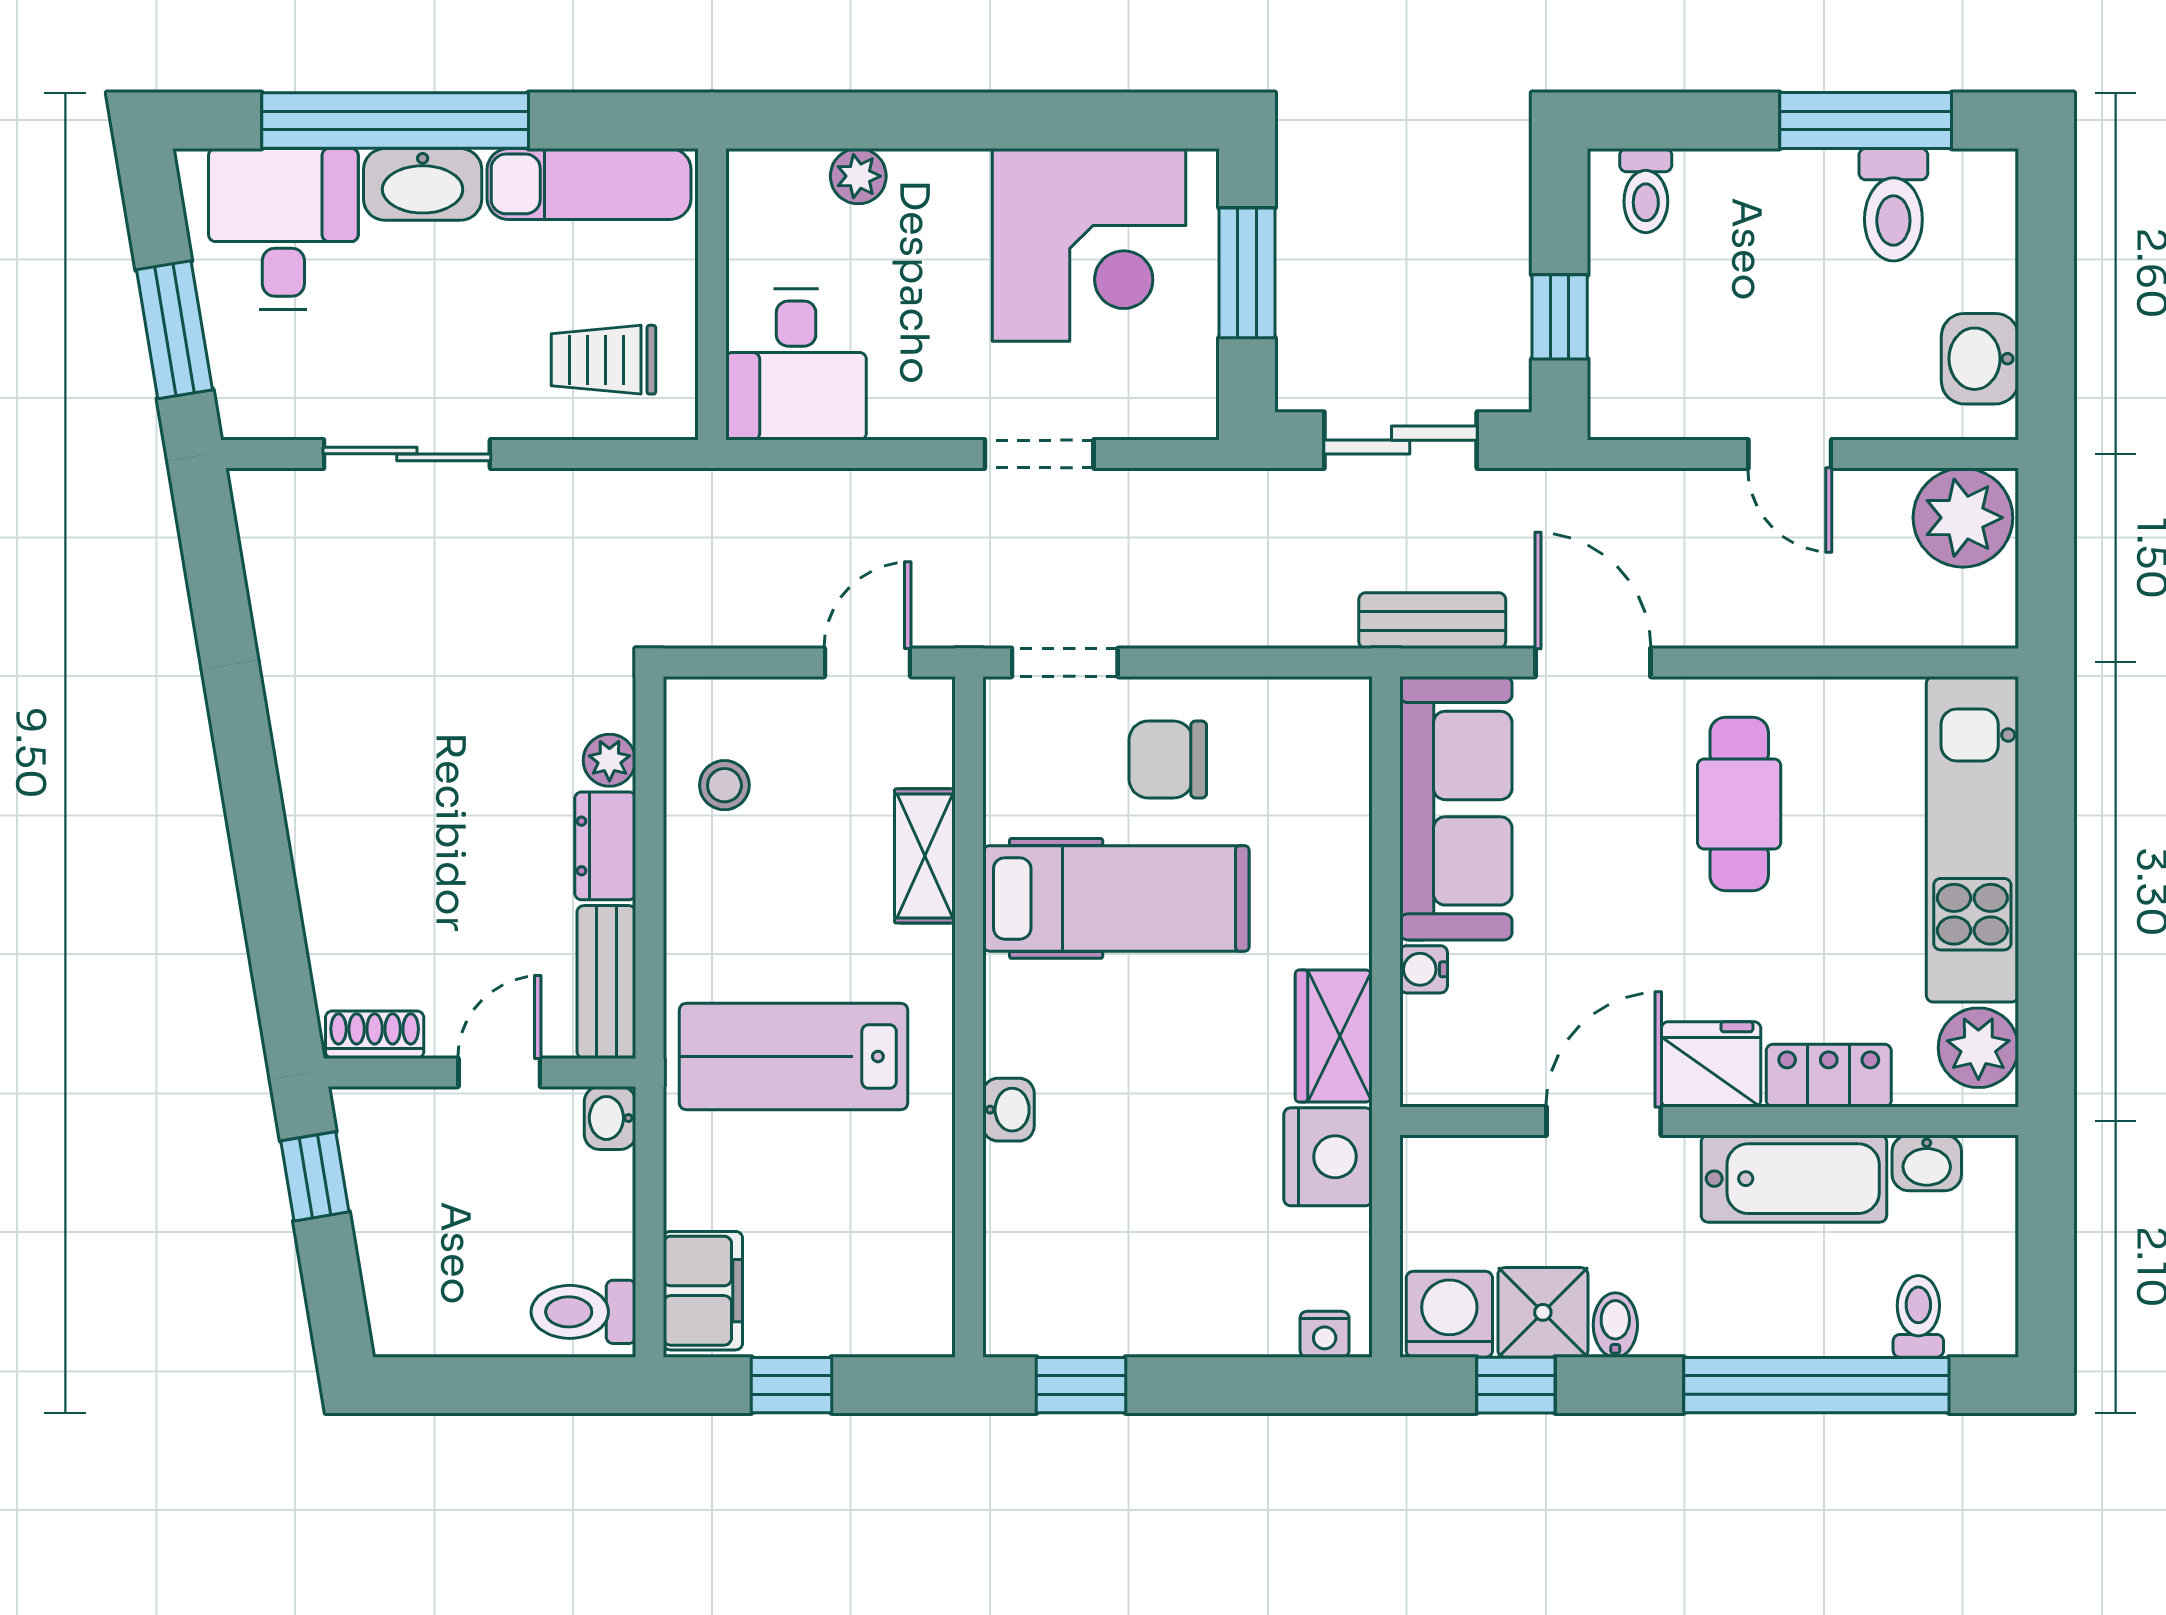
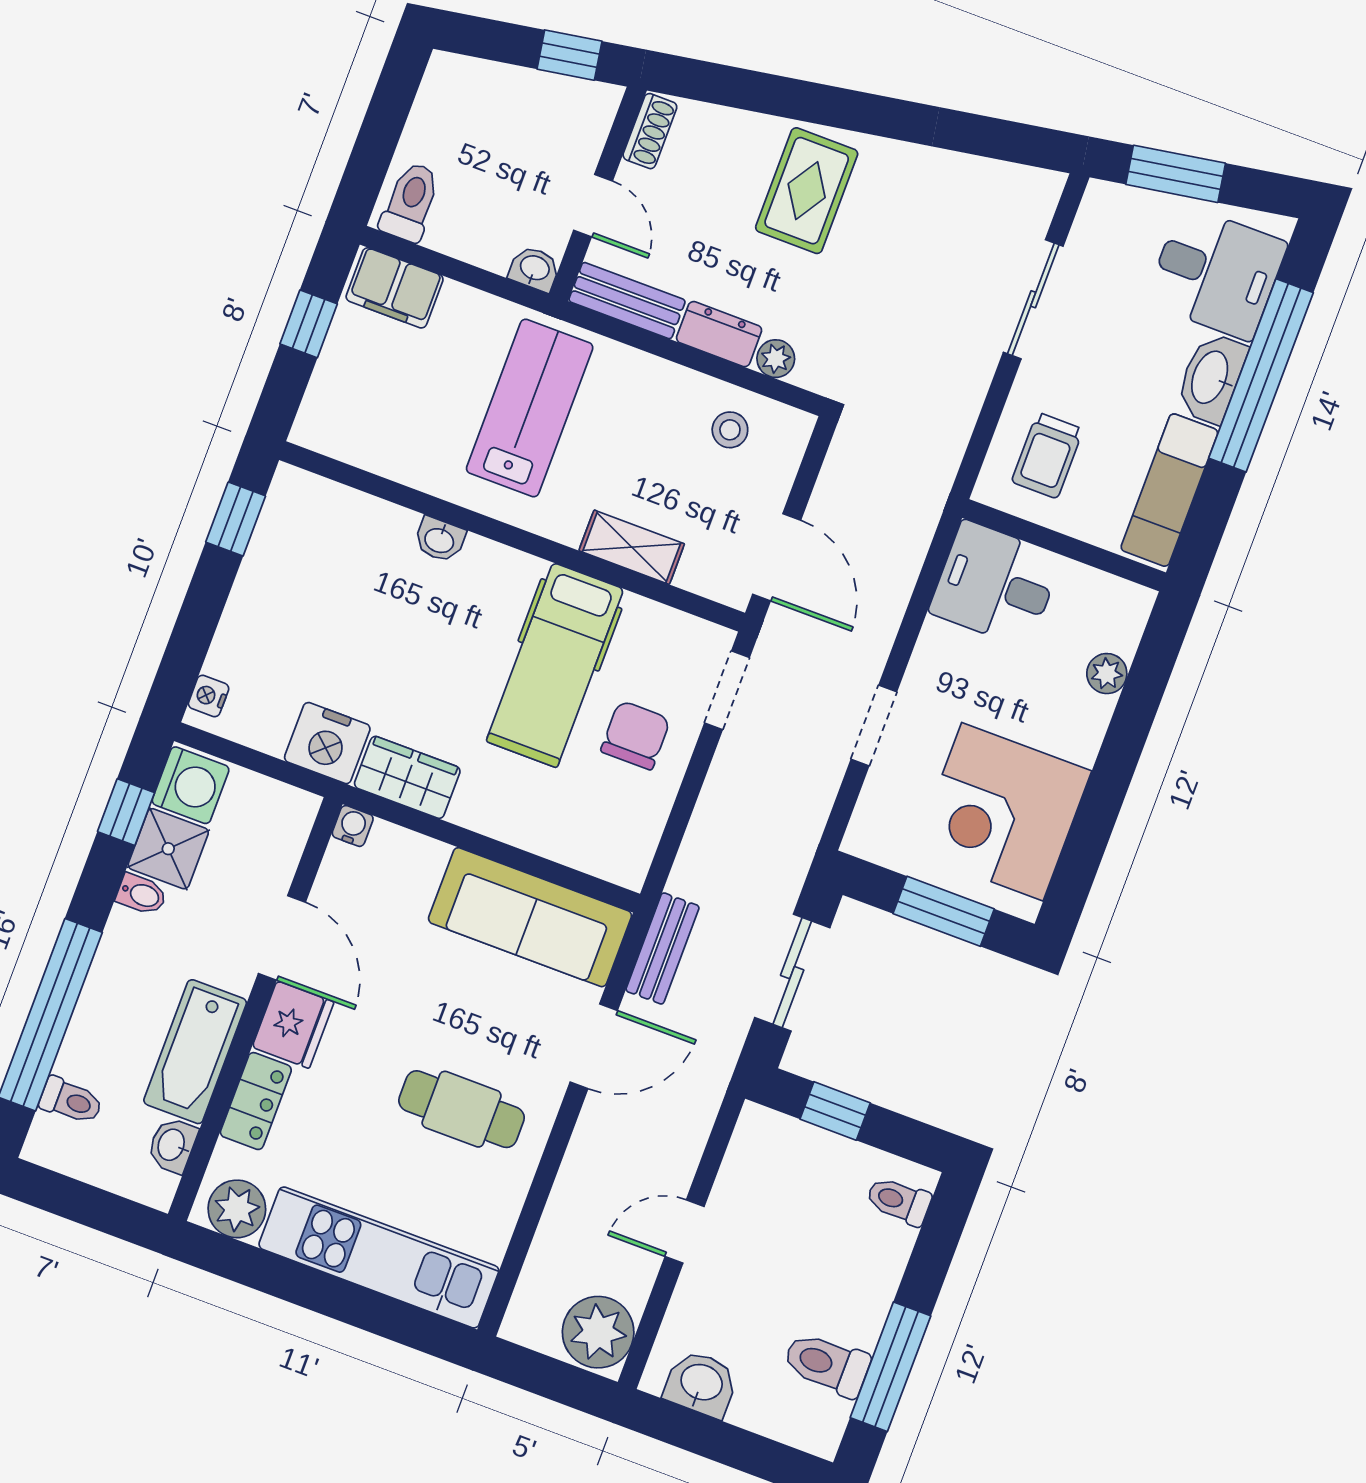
trolley: (603, 360) -> (1047, 455), turned 180
door: (868, 662) -> (777, 557), width x1.38
rug: (376, 802) -> (807, 191), added
water cooler: (1424, 969) -> (353, 826), moved

